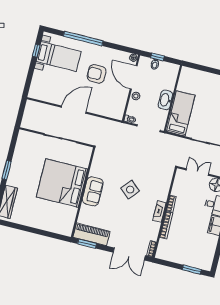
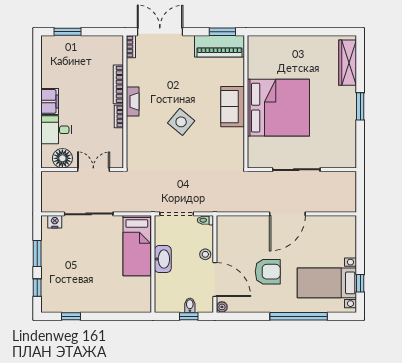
double door: (197, 172) -> (93, 170), swing flipped

